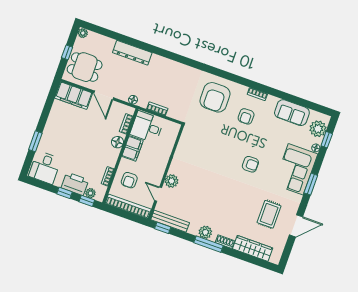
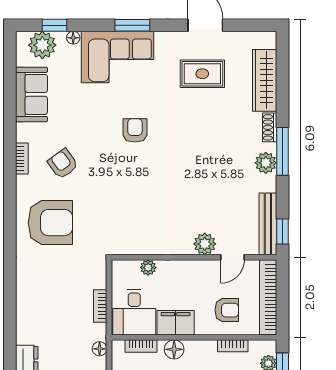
armchair: (246, 116) -> (63, 164), turned -126
plant: (169, 144) -> (148, 268), added

